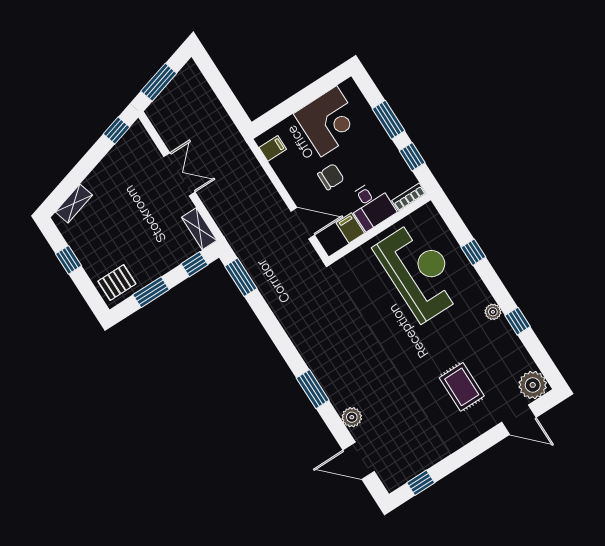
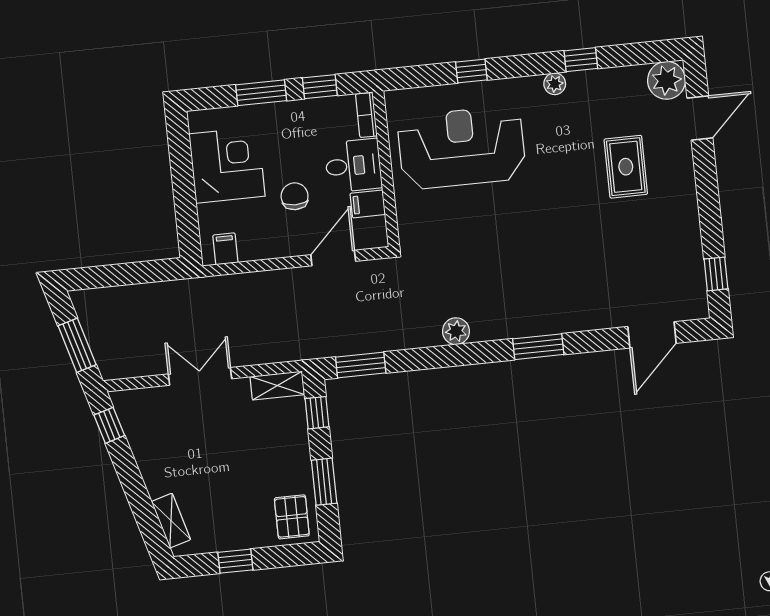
rug: (462, 387) -> (626, 167), turned 90
plant: (352, 417) -> (456, 331), moved

